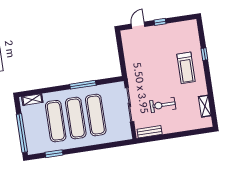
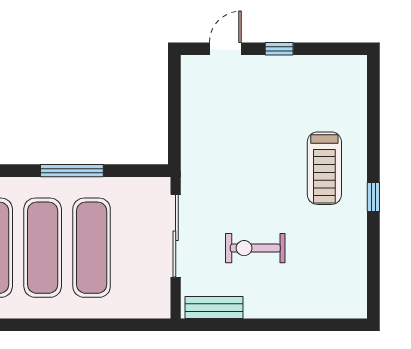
window: (204, 54) -> (373, 197), moved
shelving: (205, 106) -> (356, 266), removed

